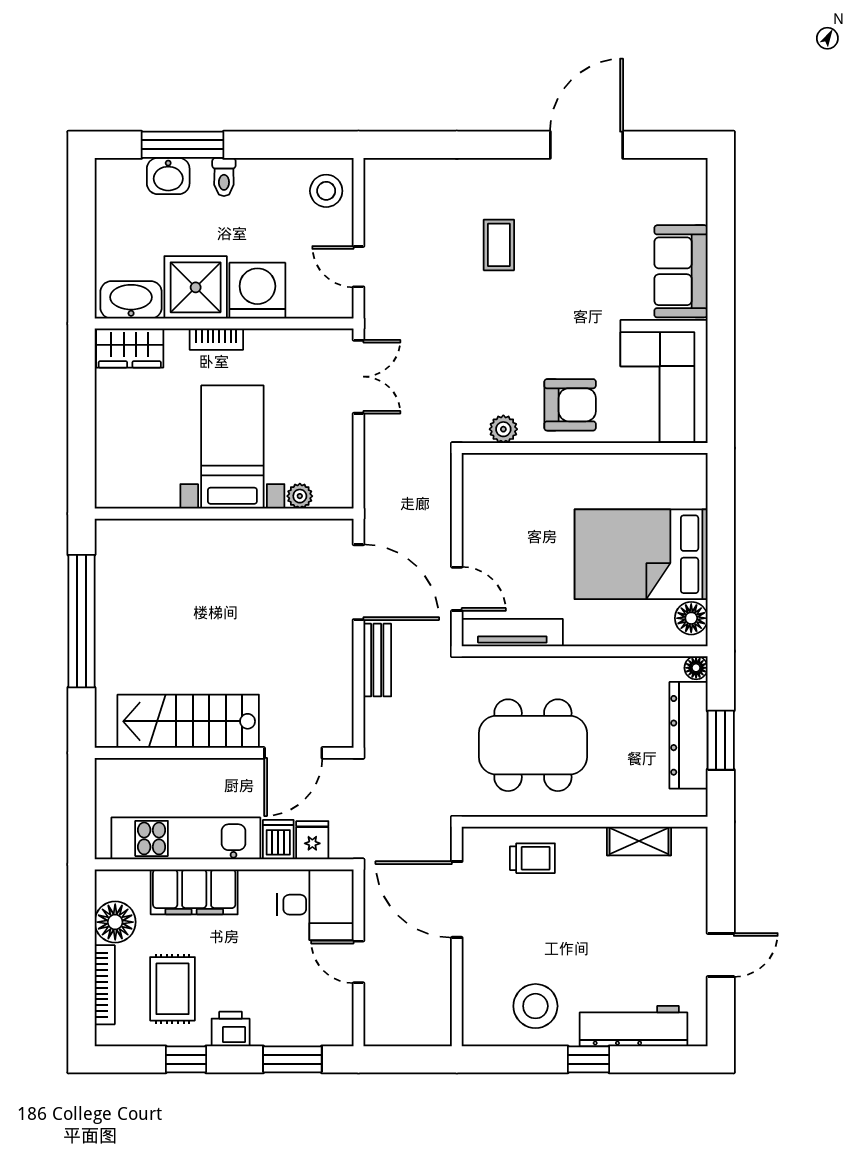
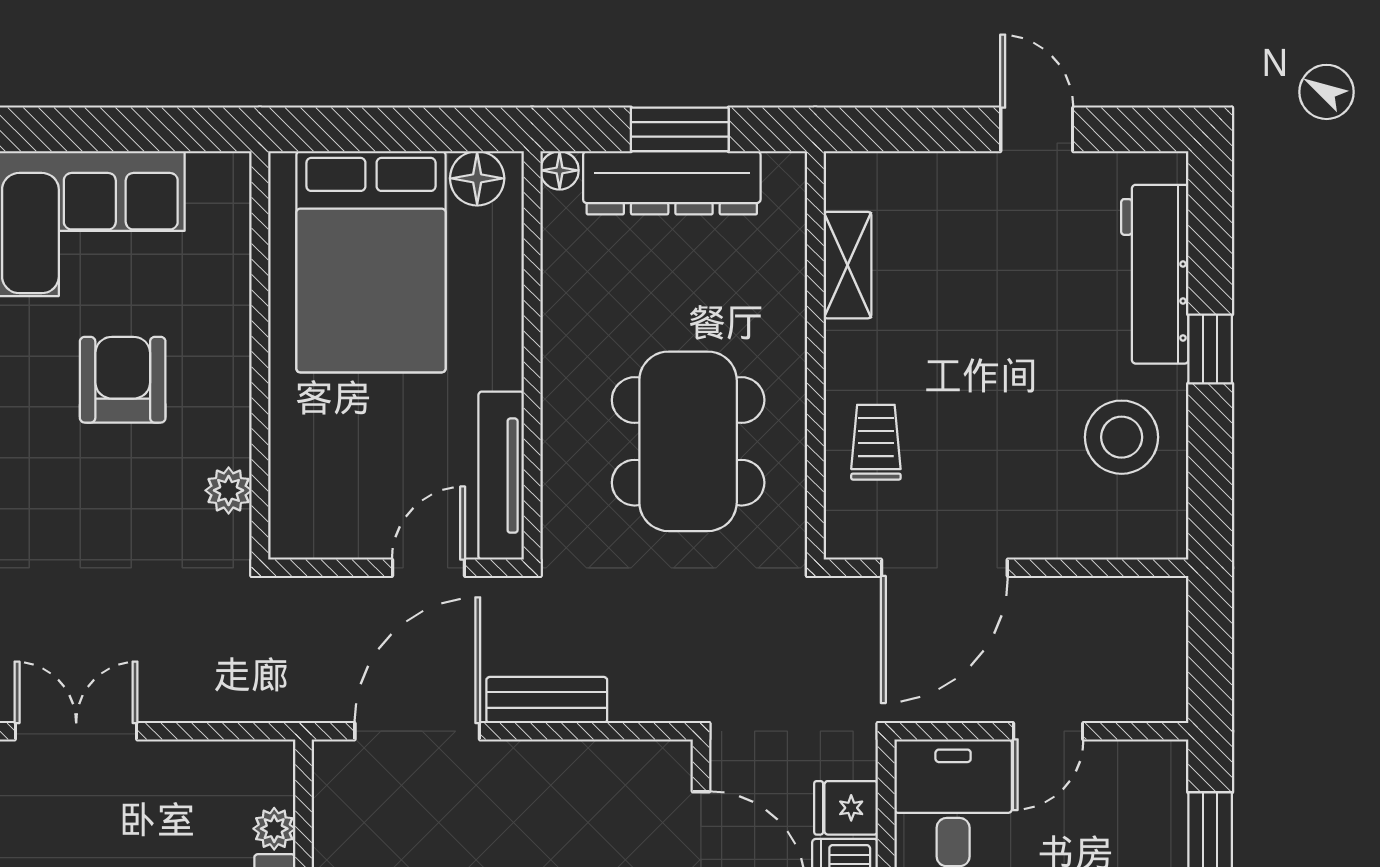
plant: (503, 429) -> (229, 490), moved
wall: (585, 448) -> (260, 355), moved

